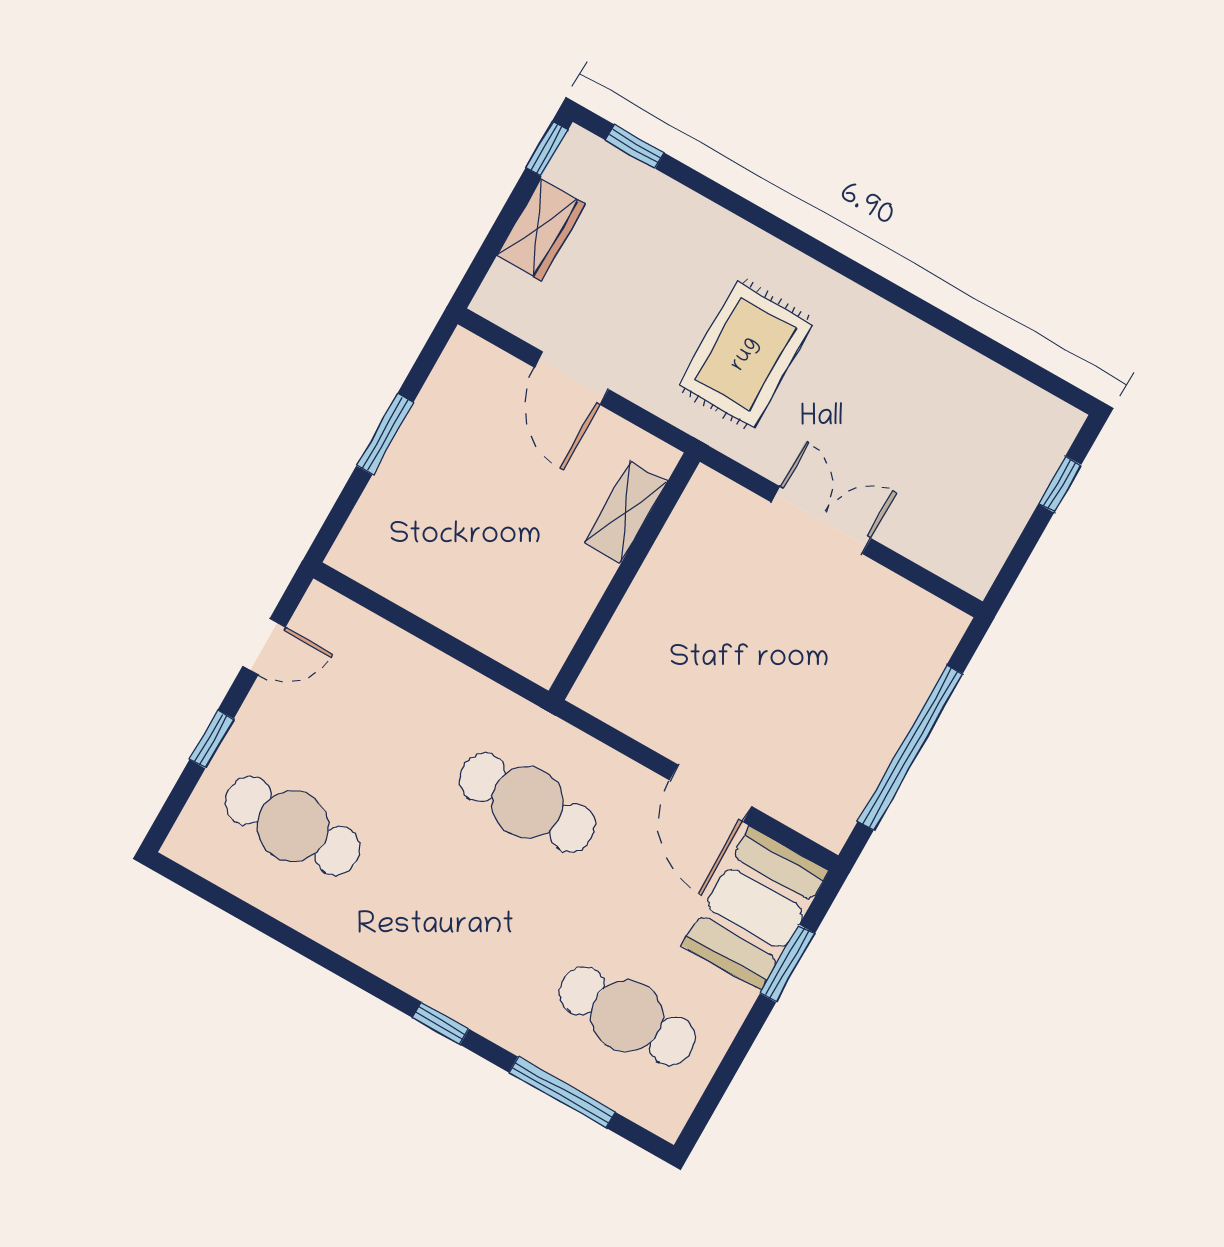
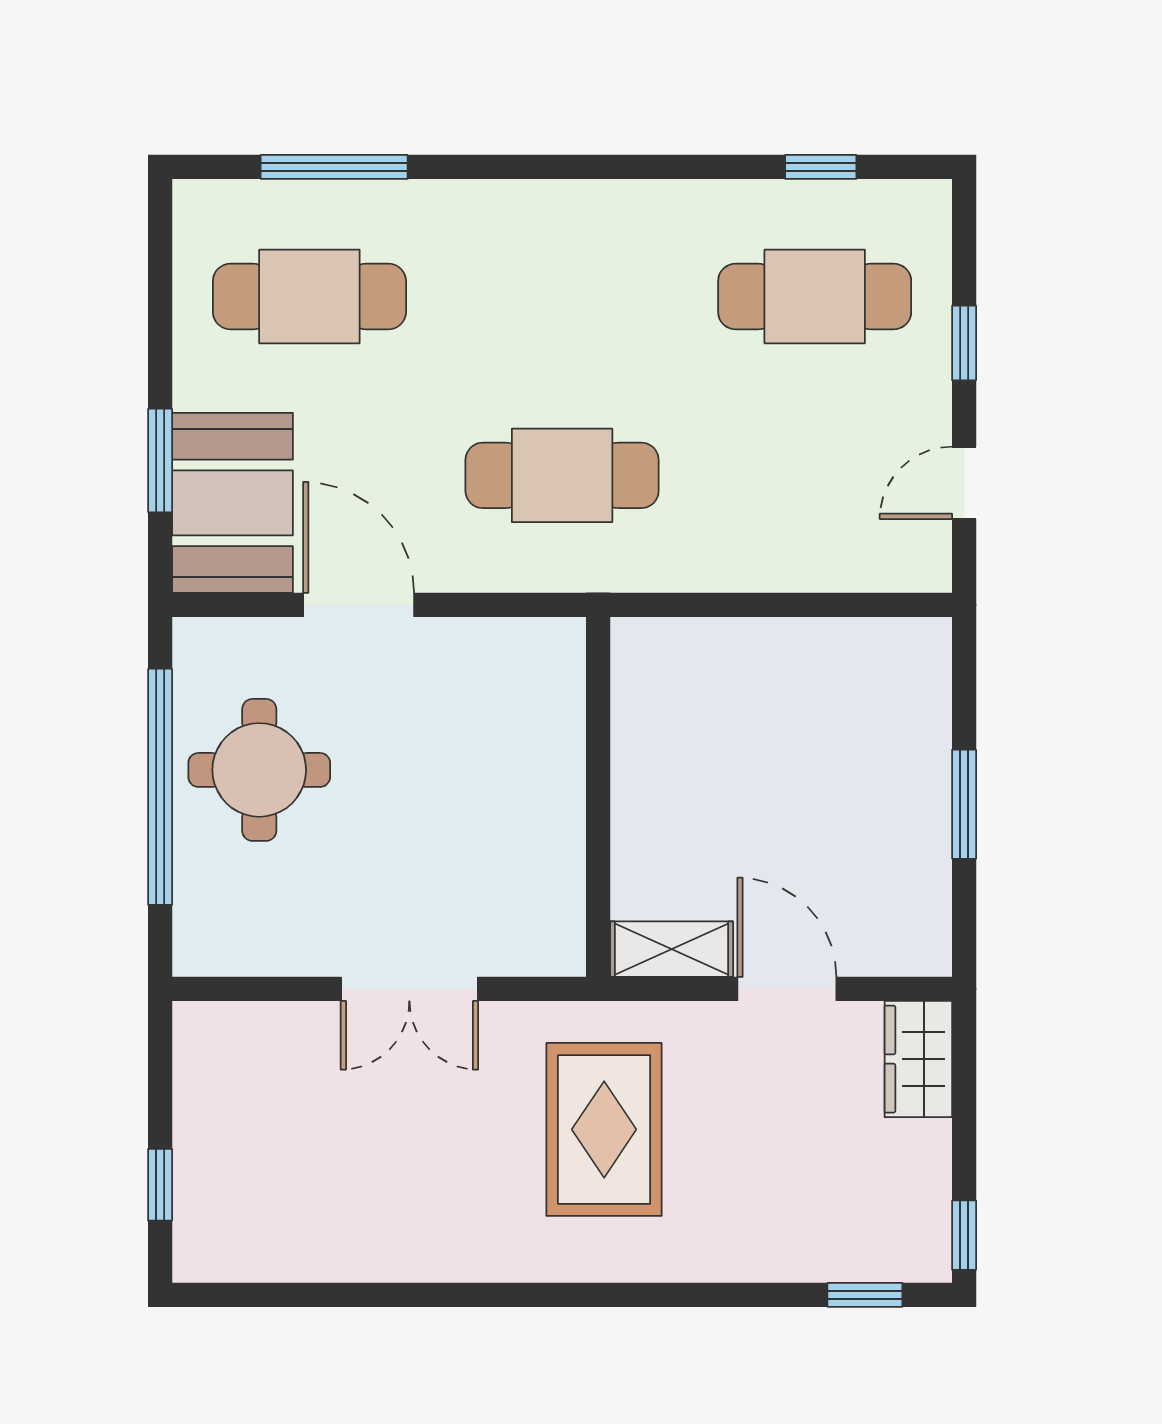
wardrobe: (541, 230) -> (918, 1059), moved
shelving: (626, 513) -> (672, 949), moved, turned 90
round table: (838, 721) -> (259, 770), added
window: (441, 1023) -> (821, 167), moved

